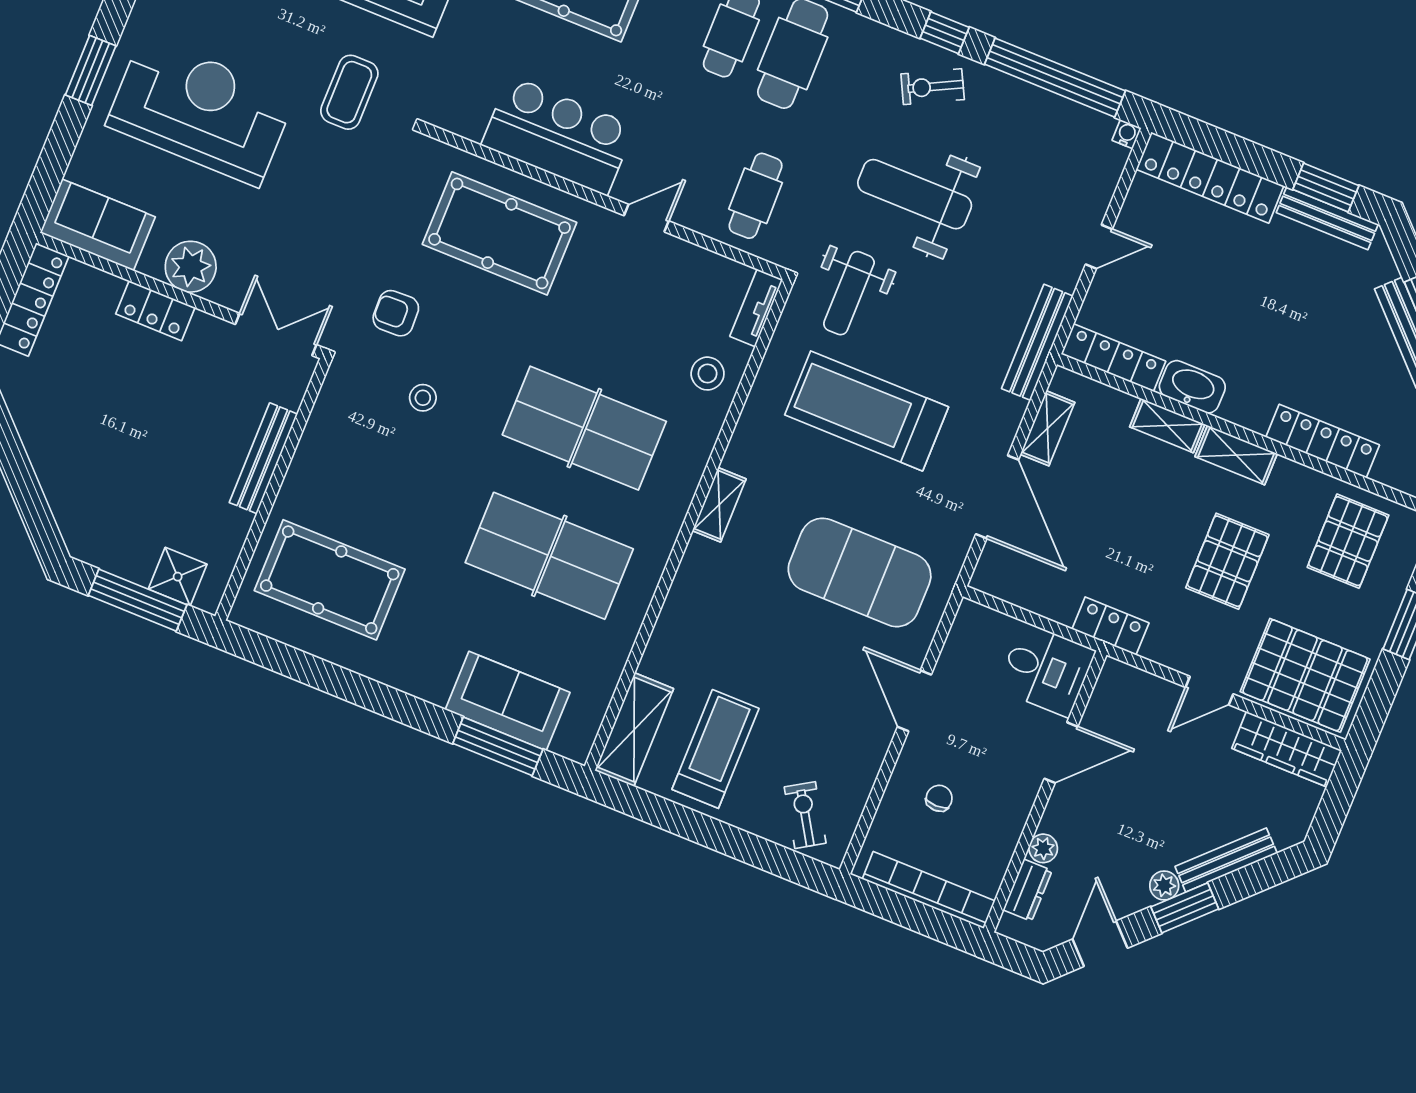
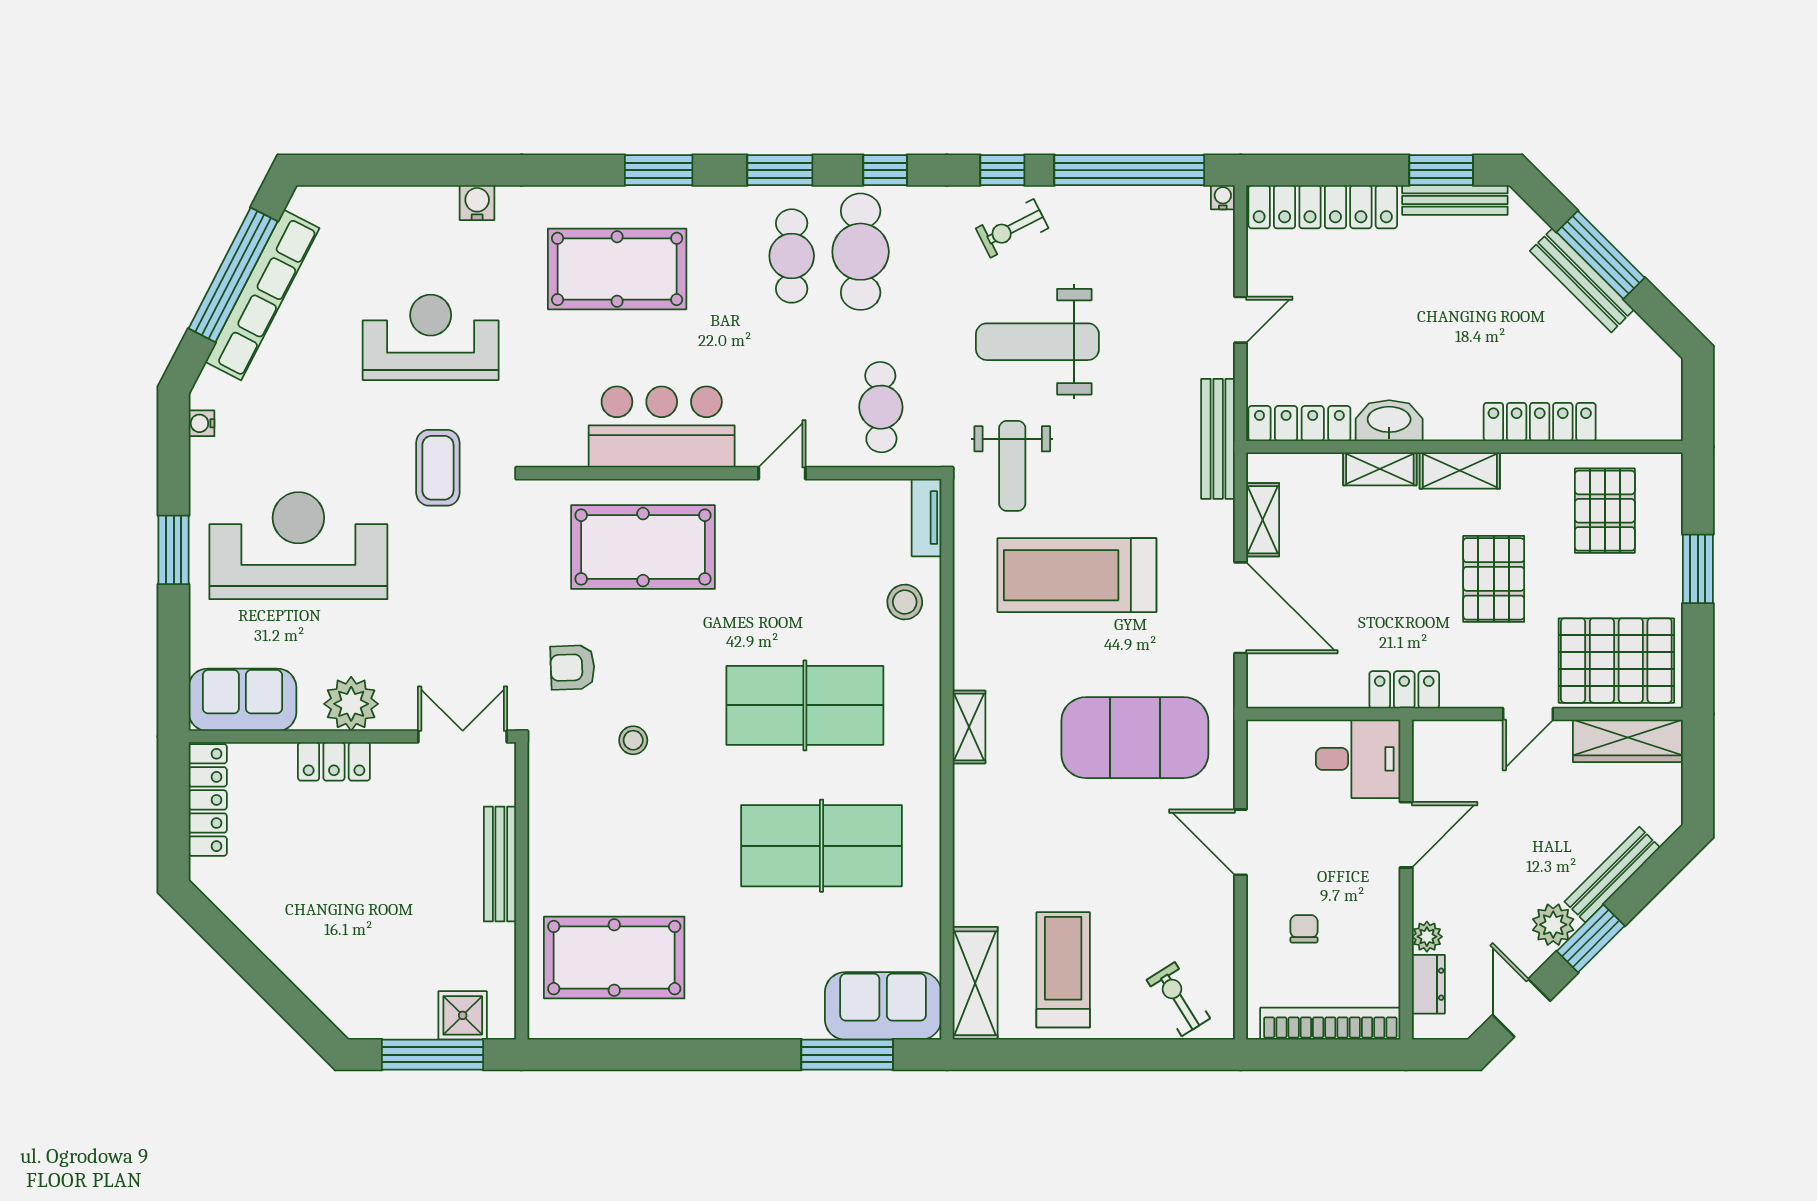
sofa: (508, 701) -> (883, 1006), moved
plant: (1164, 885) -> (1553, 925), width x1.38, depth x1.38

